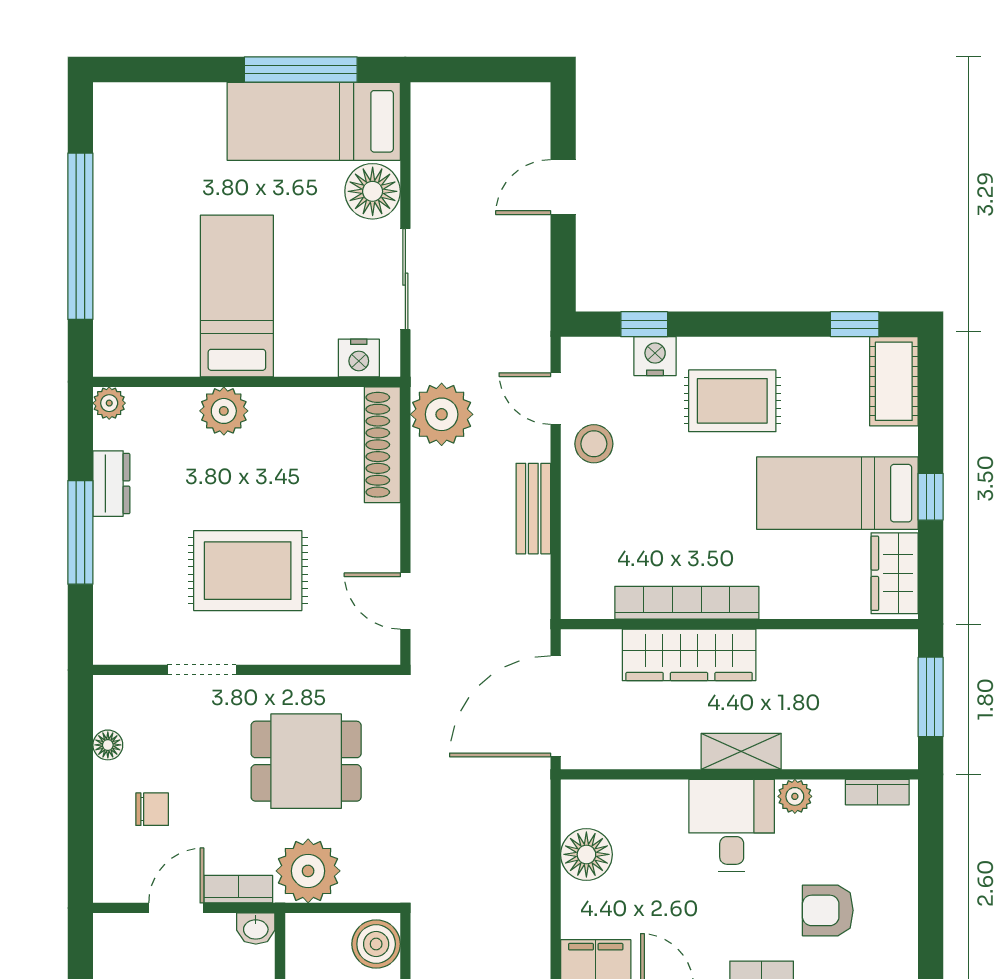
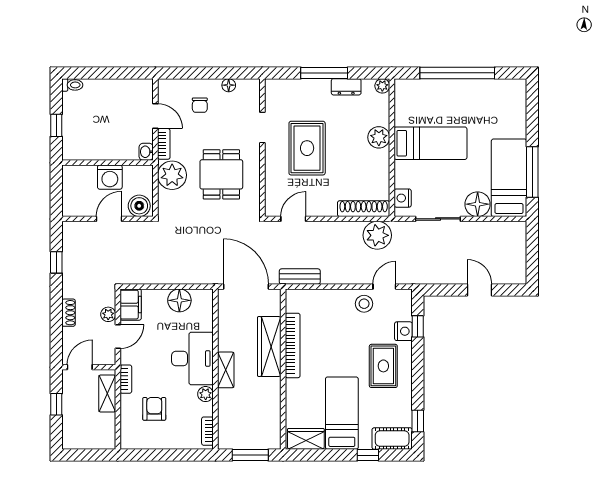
window: (931, 497) -> (368, 455), moved
bench: (533, 509) -> (300, 276), moved
desk: (732, 826) -> (192, 358), width x1.37

